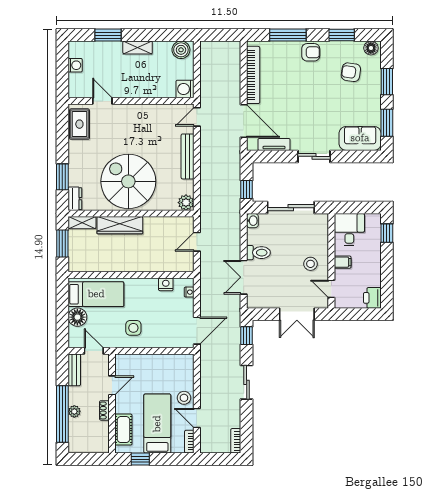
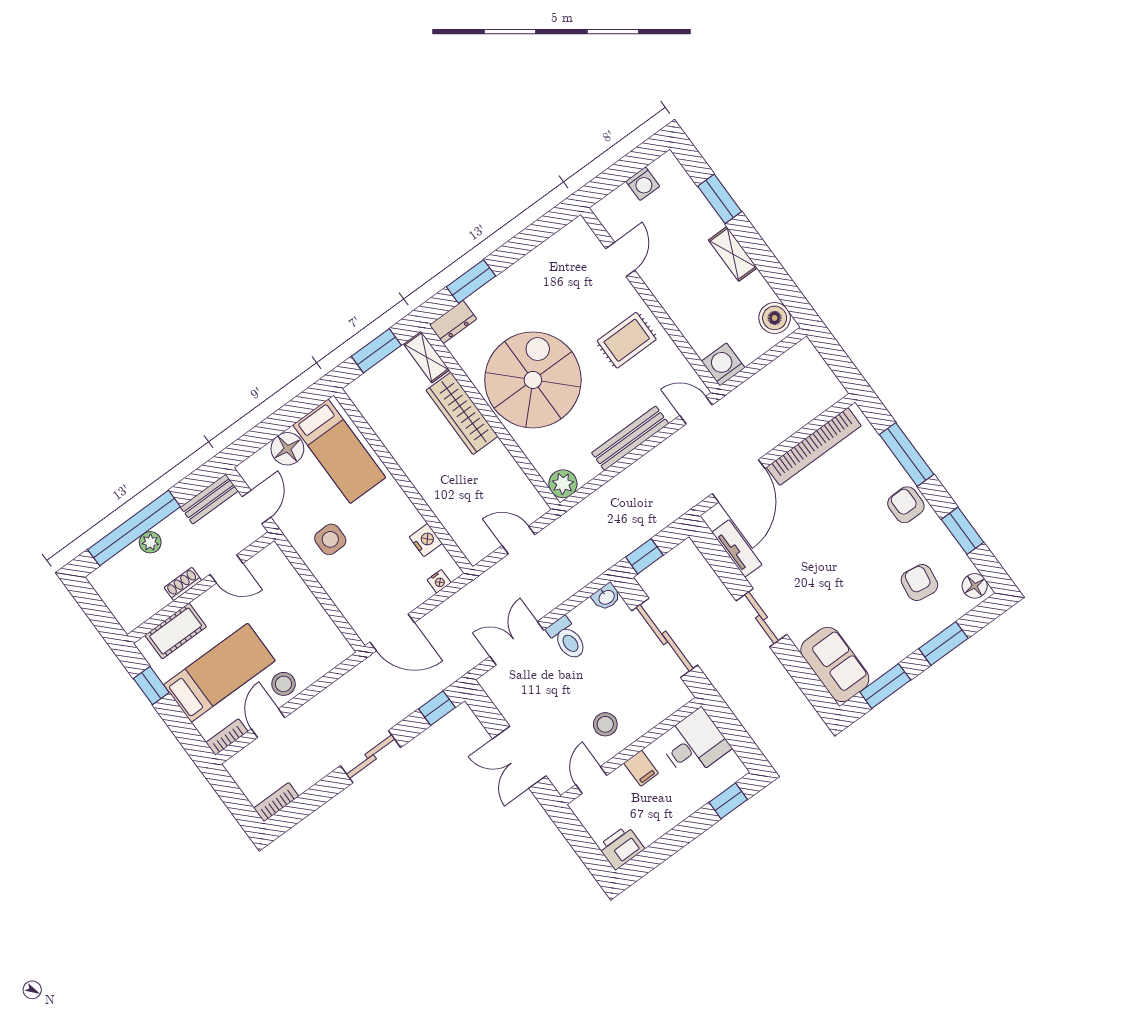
armchair: (311, 52) -> (906, 505), turned 180
rug: (79, 124) -> (627, 340), moved

